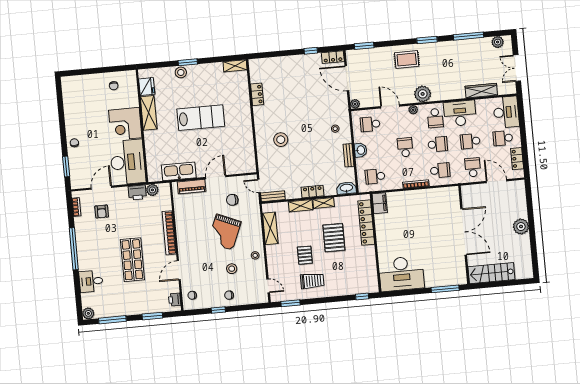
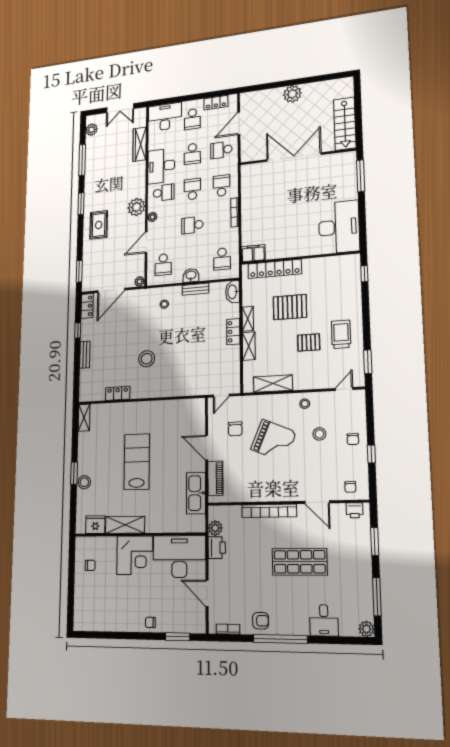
stool: (281, 140) -> (147, 359), moved
bench: (273, 196) -> (85, 355), moved
armchair: (102, 212) -> (261, 621), moved

